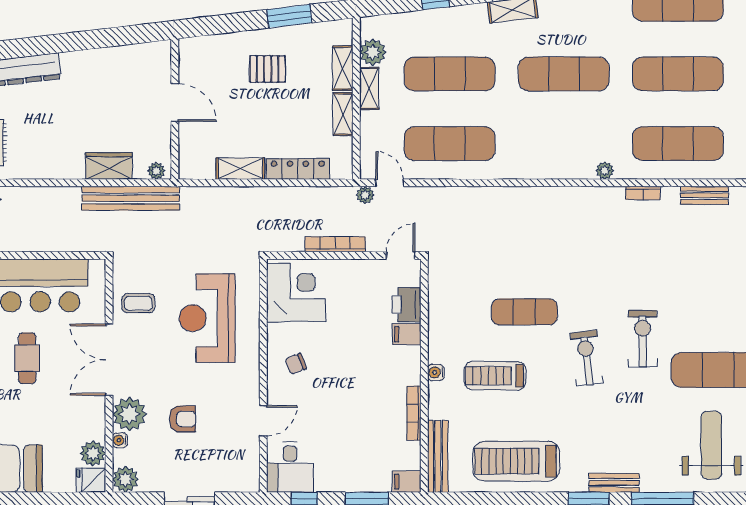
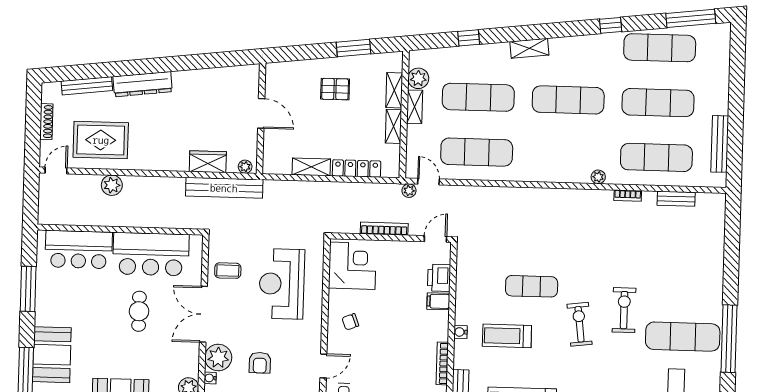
armchair: (182, 419) -> (260, 363), turned 90

